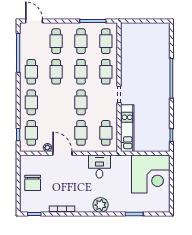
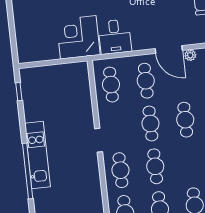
cafe table: (56, 72) -> (185, 120), moved
kitchen unit: (127, 128) -> (37, 155), moved, turned 180
corner desk: (151, 174) -> (78, 37), moved, width x0.74, depth x0.74

